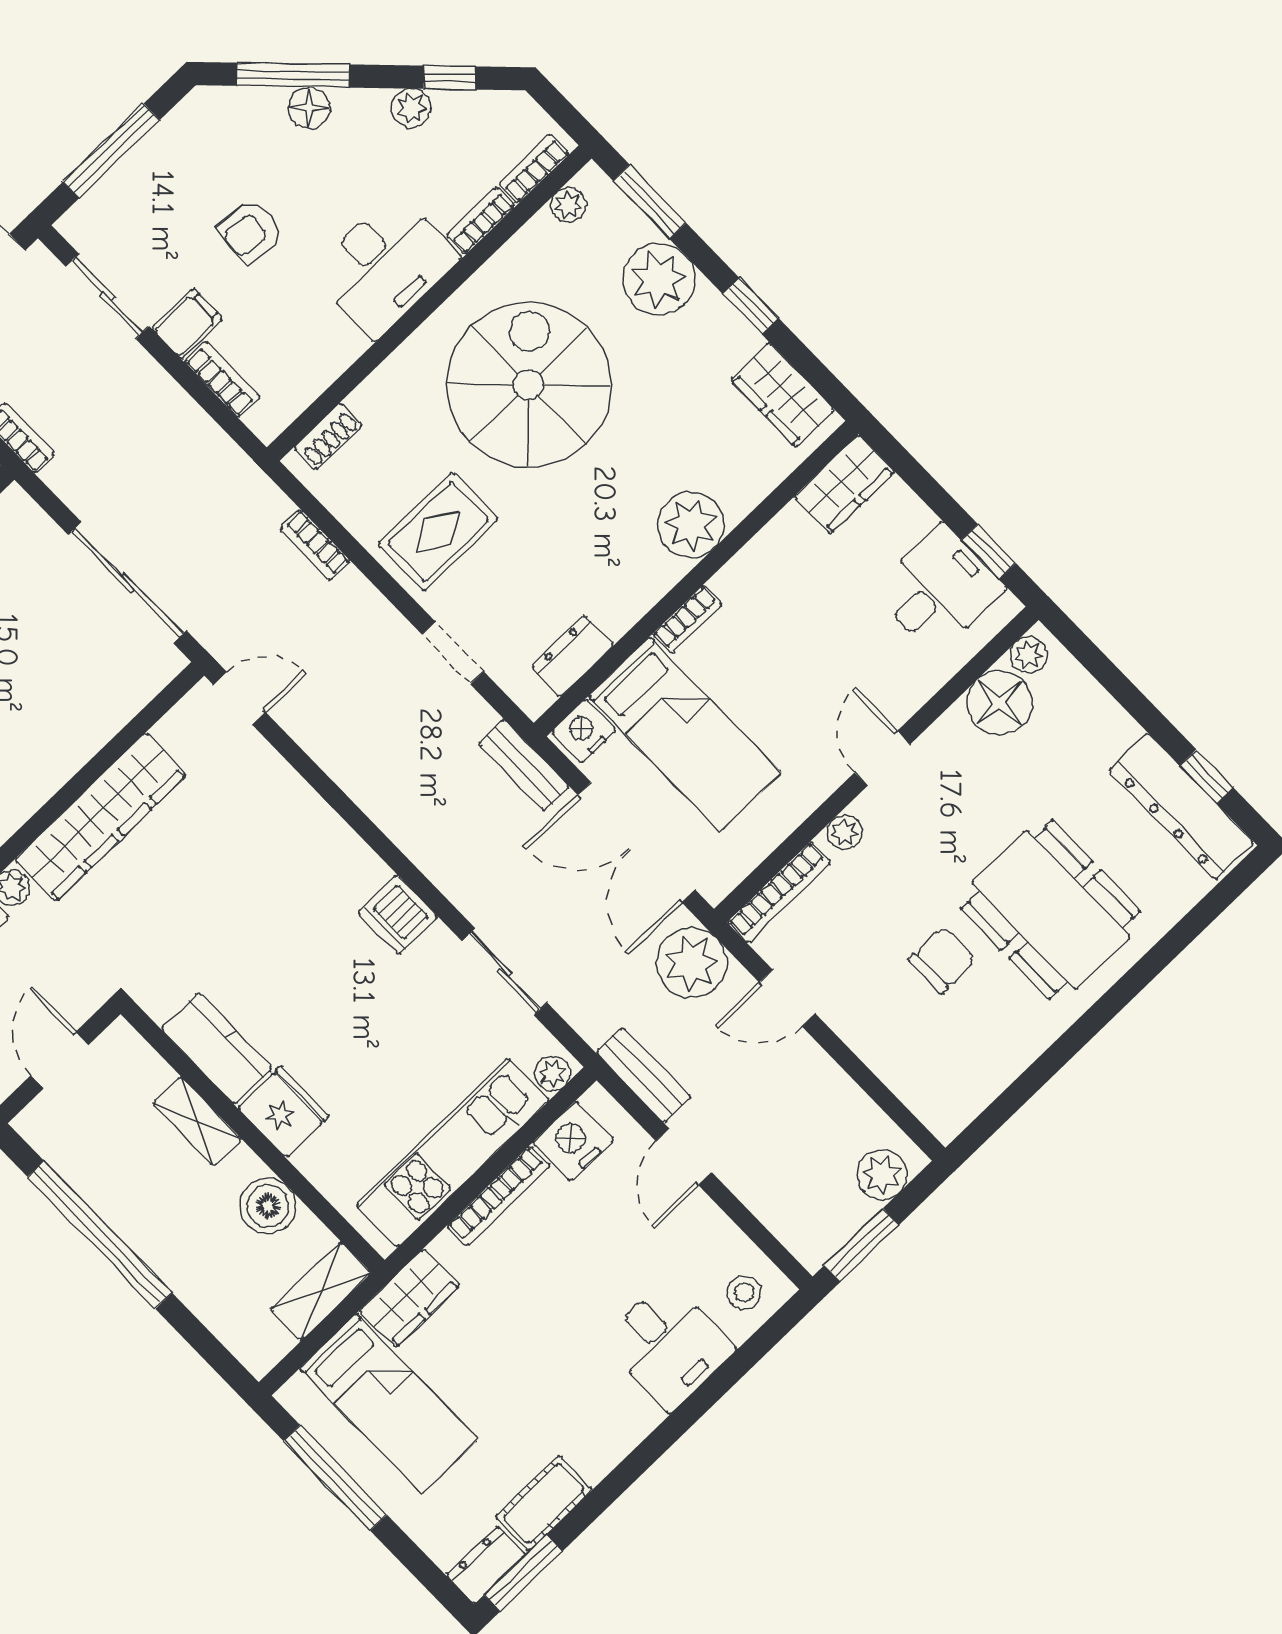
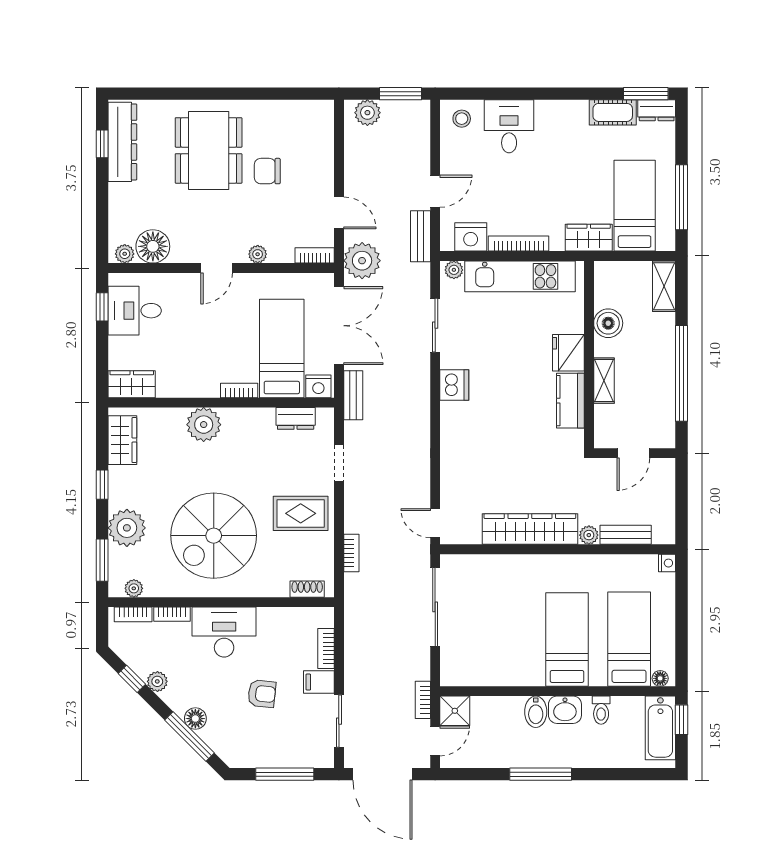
bookcase: (779, 892) -> (315, 255), width x0.64
shelving: (321, 1291) -> (664, 286), moved, turned 90

